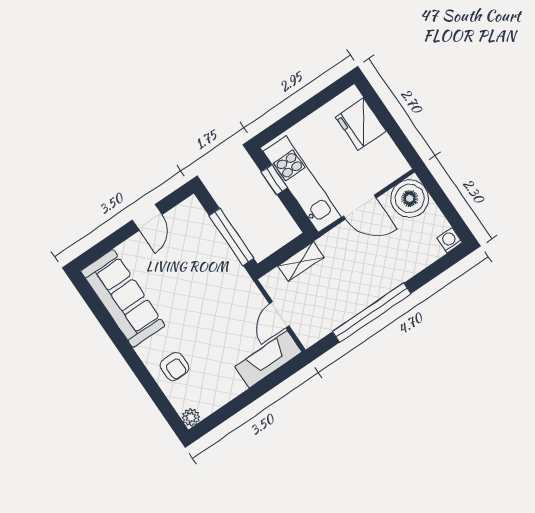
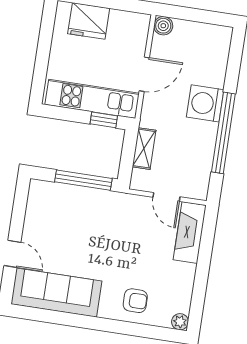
window: (274, 180) -> (104, 120), moved
boiler: (410, 198) -> (163, 26), width x0.54, depth x0.54
door: (147, 217) -> (12, 254), moved
washing machine: (450, 240) -> (205, 103), moved, width x1.89, depth x1.89

